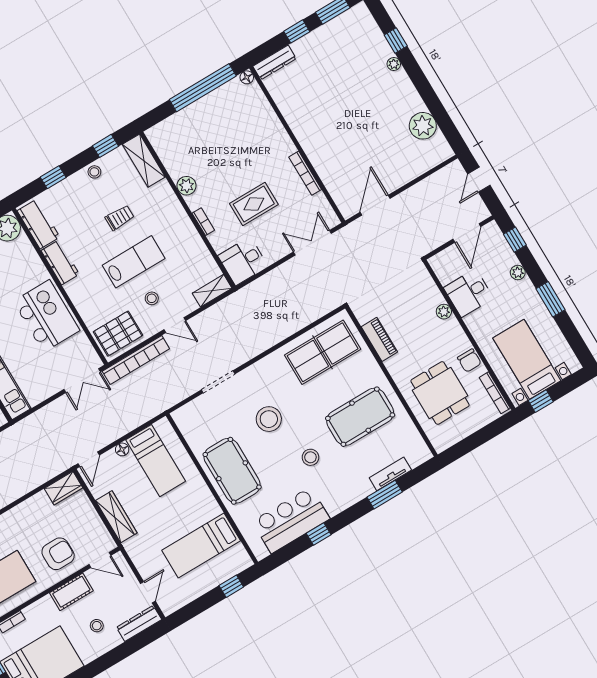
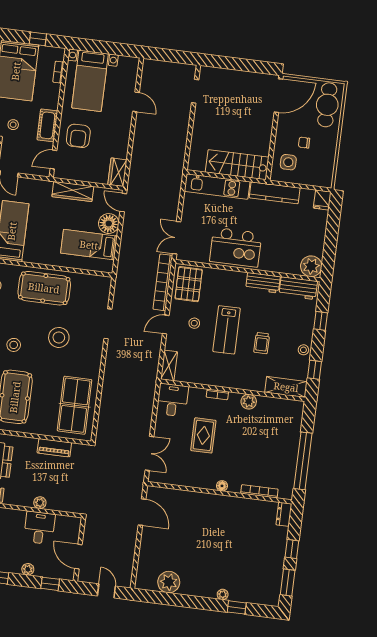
dresser: (274, 62) -> (284, 514), width x0.70
floor lamp: (247, 77) -> (222, 486), moved
bookcase: (305, 173) -> (259, 491), moved
floor lamp: (122, 449) -> (109, 224), width x1.89, depth x1.89

